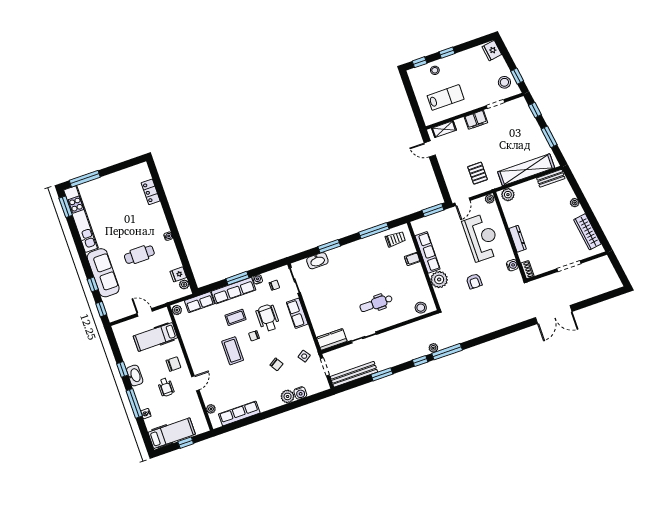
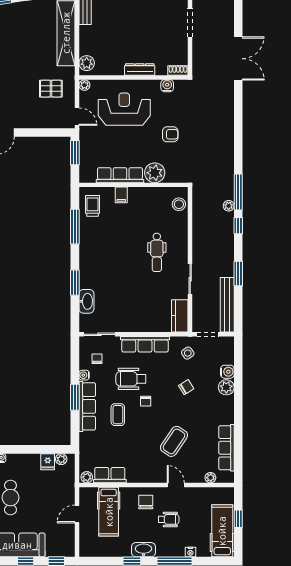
row of seats: (199, 302) -> (110, 475), moved, turned -90
row of seats: (297, 313) -> (145, 344), width x1.48
coffee table: (233, 351) -> (174, 441), moved, turned -56

